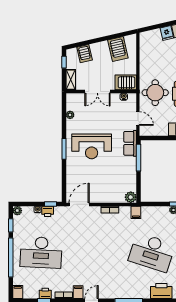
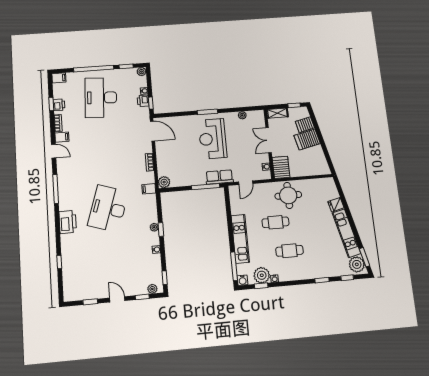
server rack: (118, 49) -> (307, 139), moved
round table: (155, 93) -> (288, 195), moved

